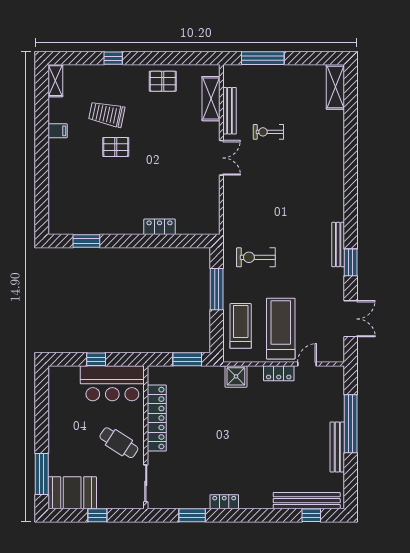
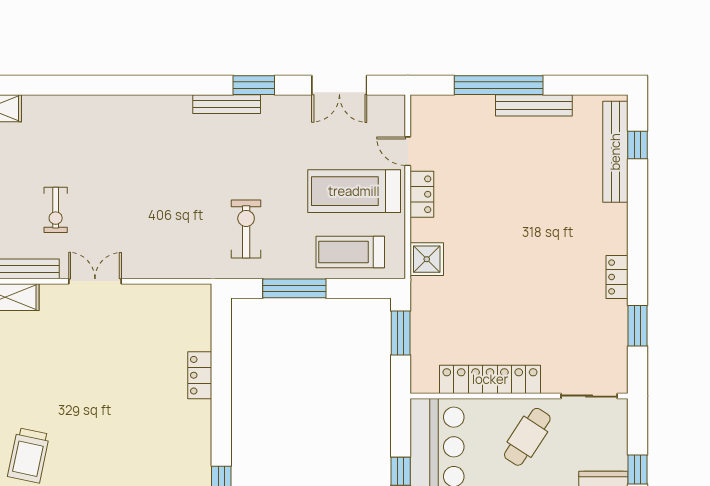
pallet: (116, 147) -> (79, 442), removed
exercise bike: (256, 257) -> (246, 229), turned 180
double door: (351, 319) -> (339, 85), swing flipped

